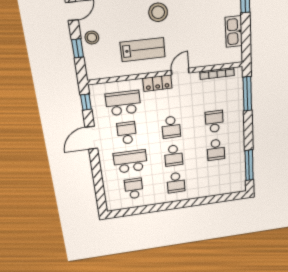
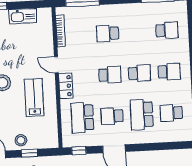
school desk: (216, 150) -> (167, 30), moved

